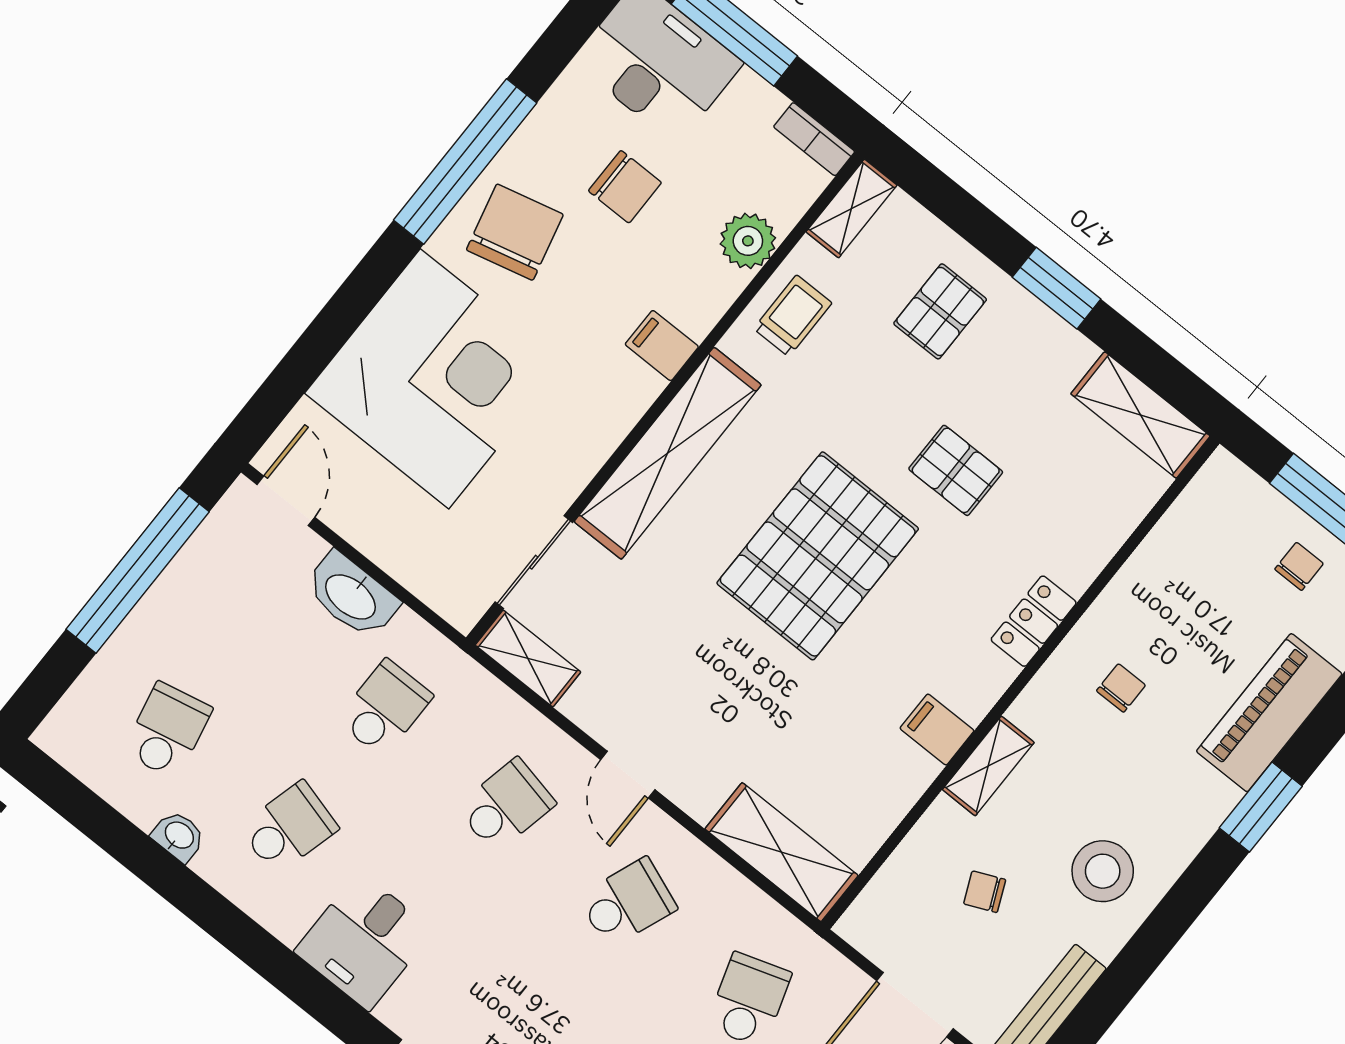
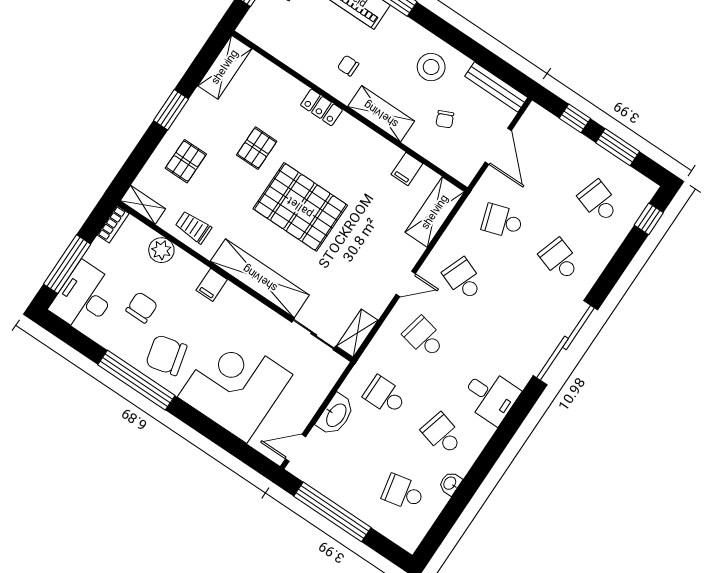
pallet: (940, 311) -> (186, 161), turned 90
filing cabinet: (937, 729) -> (407, 169), moved
shelving: (988, 766) -> (381, 114), width x1.50, depth x1.33

